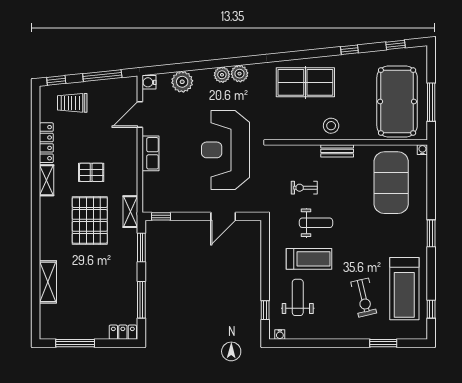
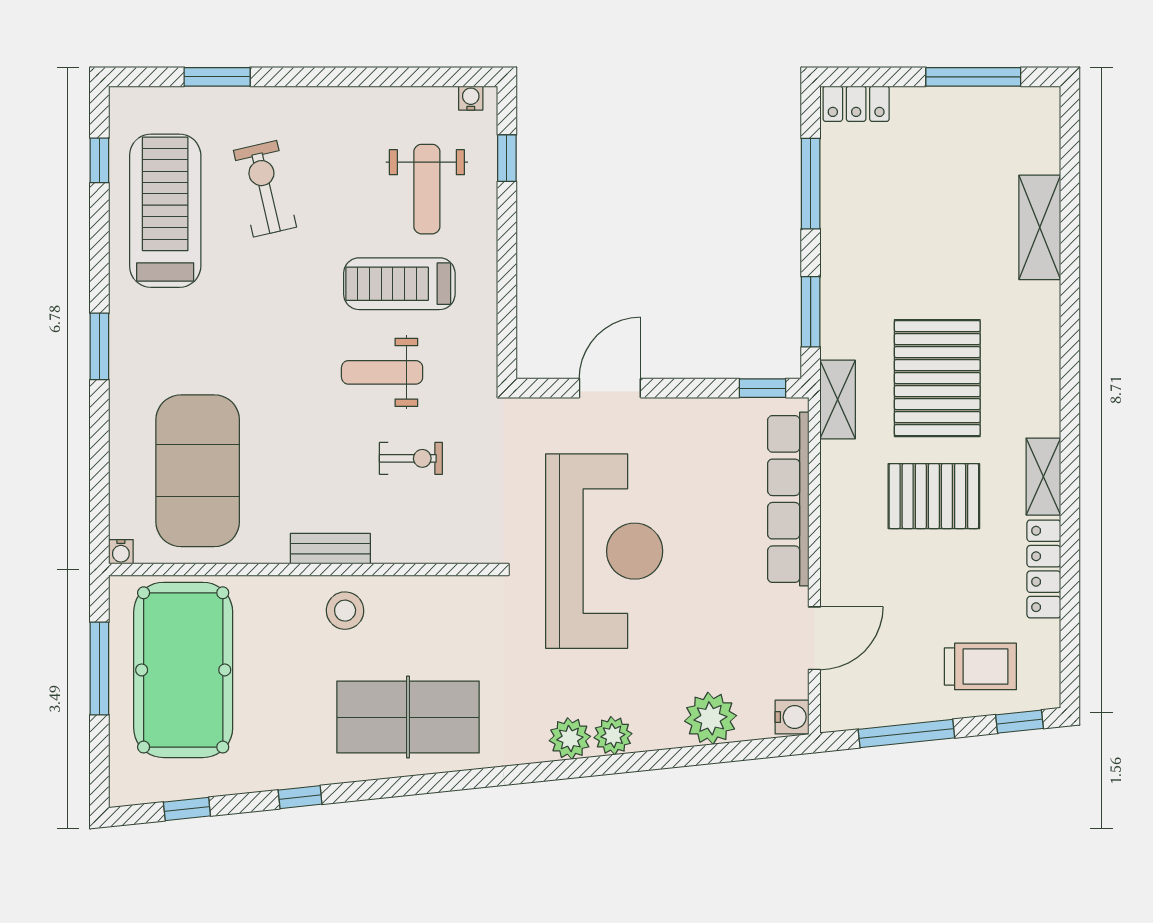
row of seats: (151, 153) -> (788, 499), width x2.02
pallet: (91, 172) -> (934, 496), width x1.50, depth x1.42

